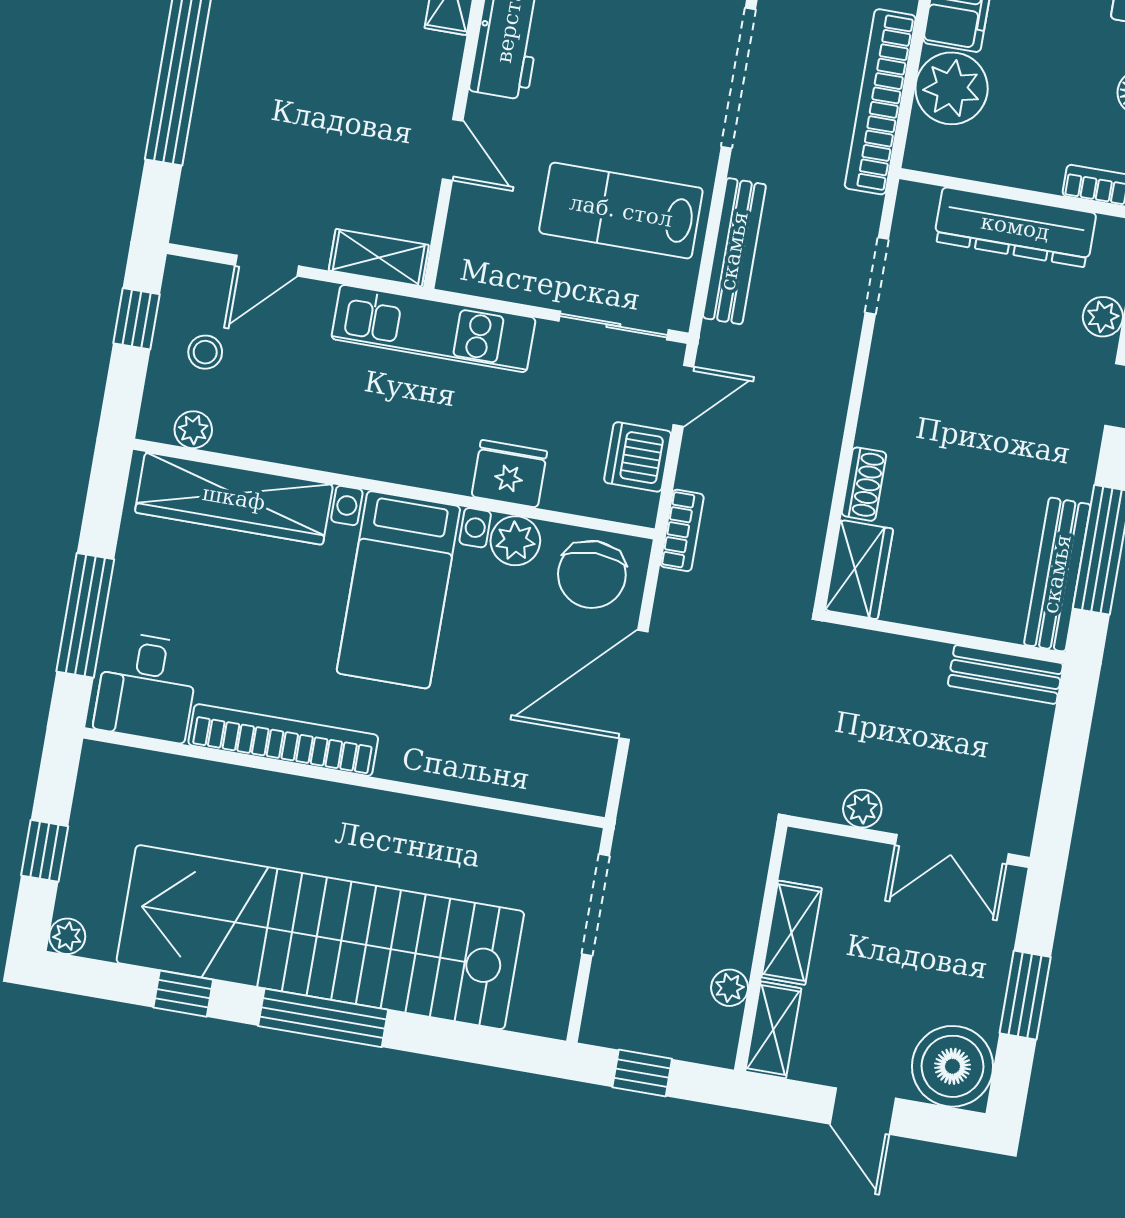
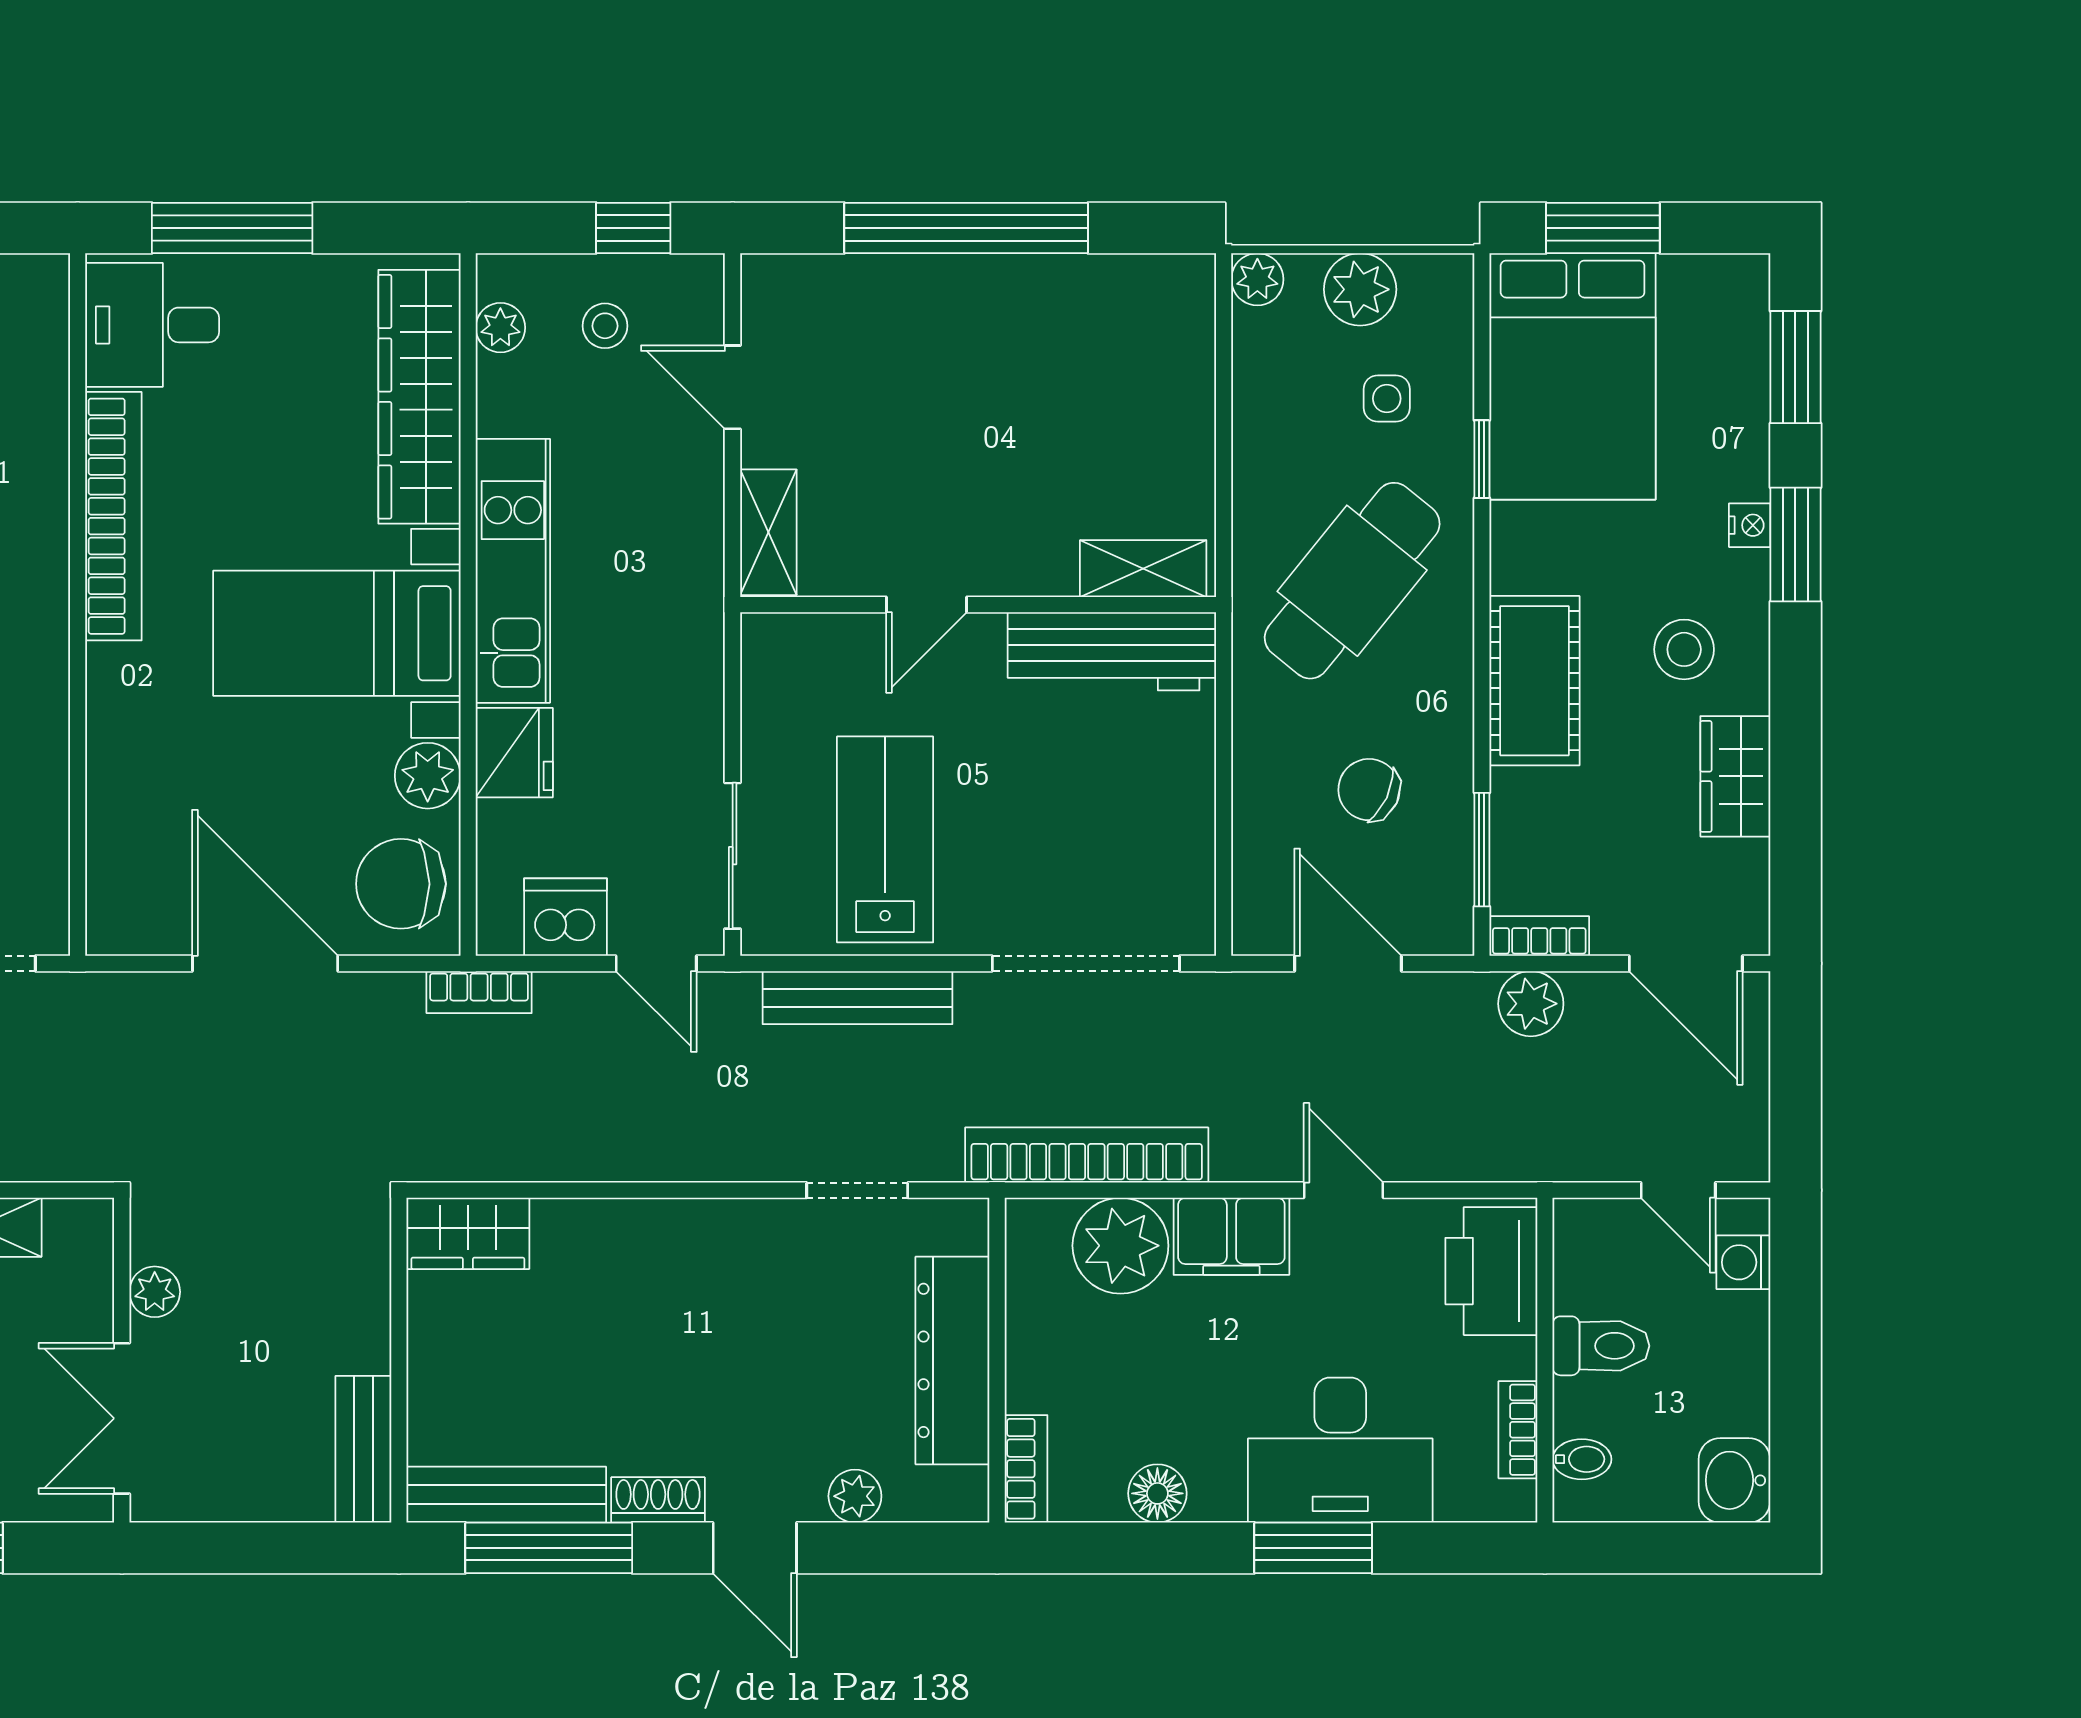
kitchen unit: (434, 328) -> (513, 571), moved, turned 180
shoe rack: (864, 484) -> (658, 1500), moved, turned 180

